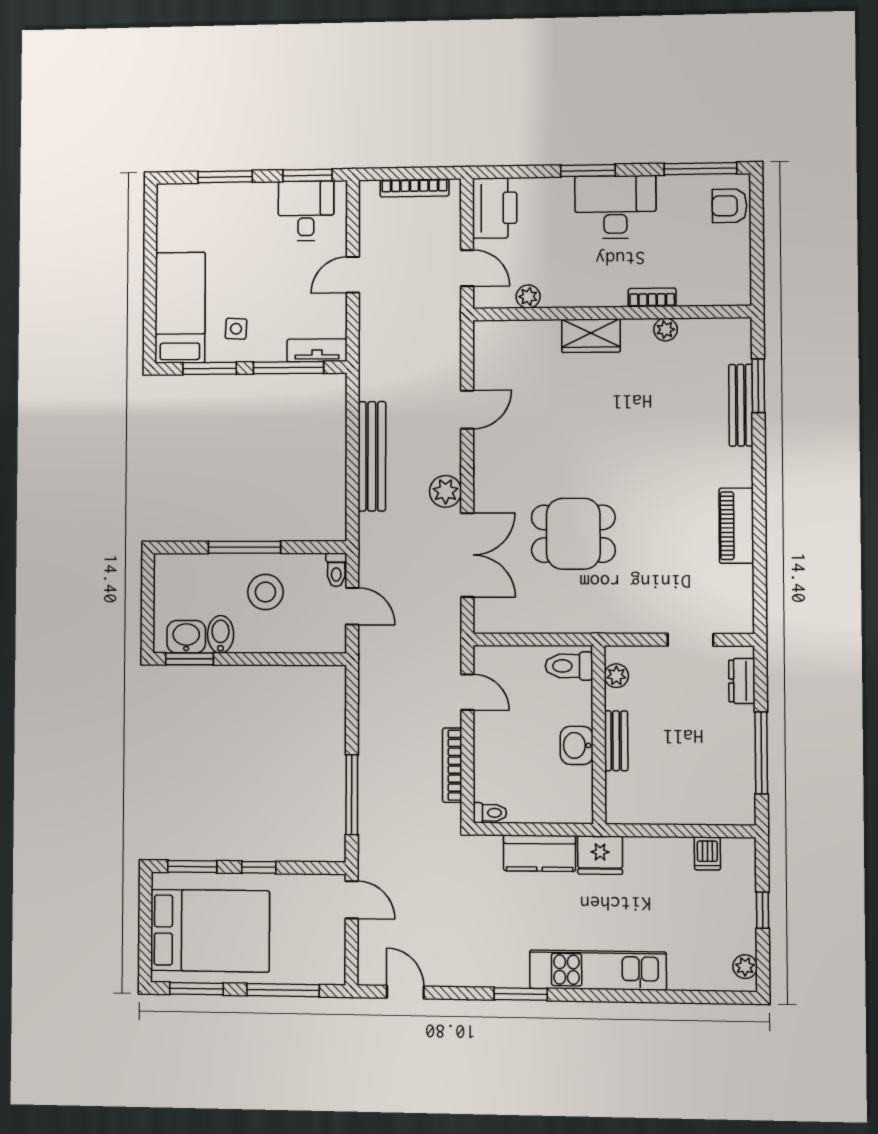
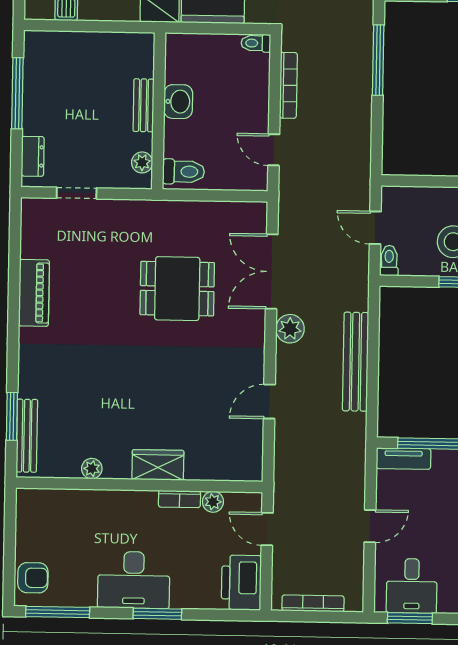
bookcase: (652, 297) -> (179, 499), moved
bench: (741, 405) -> (27, 436), moved

